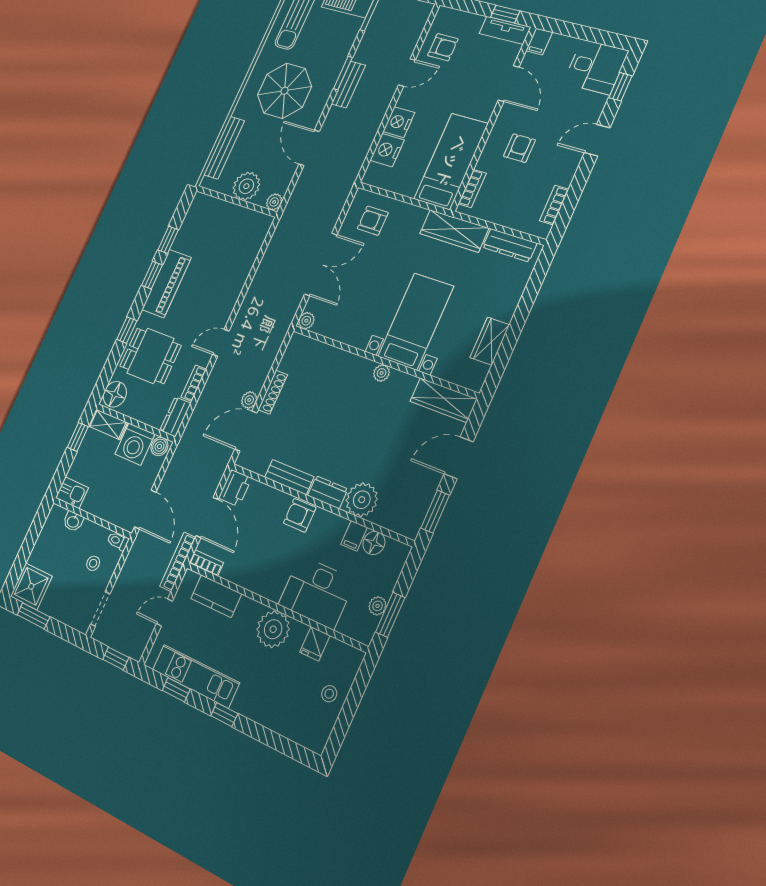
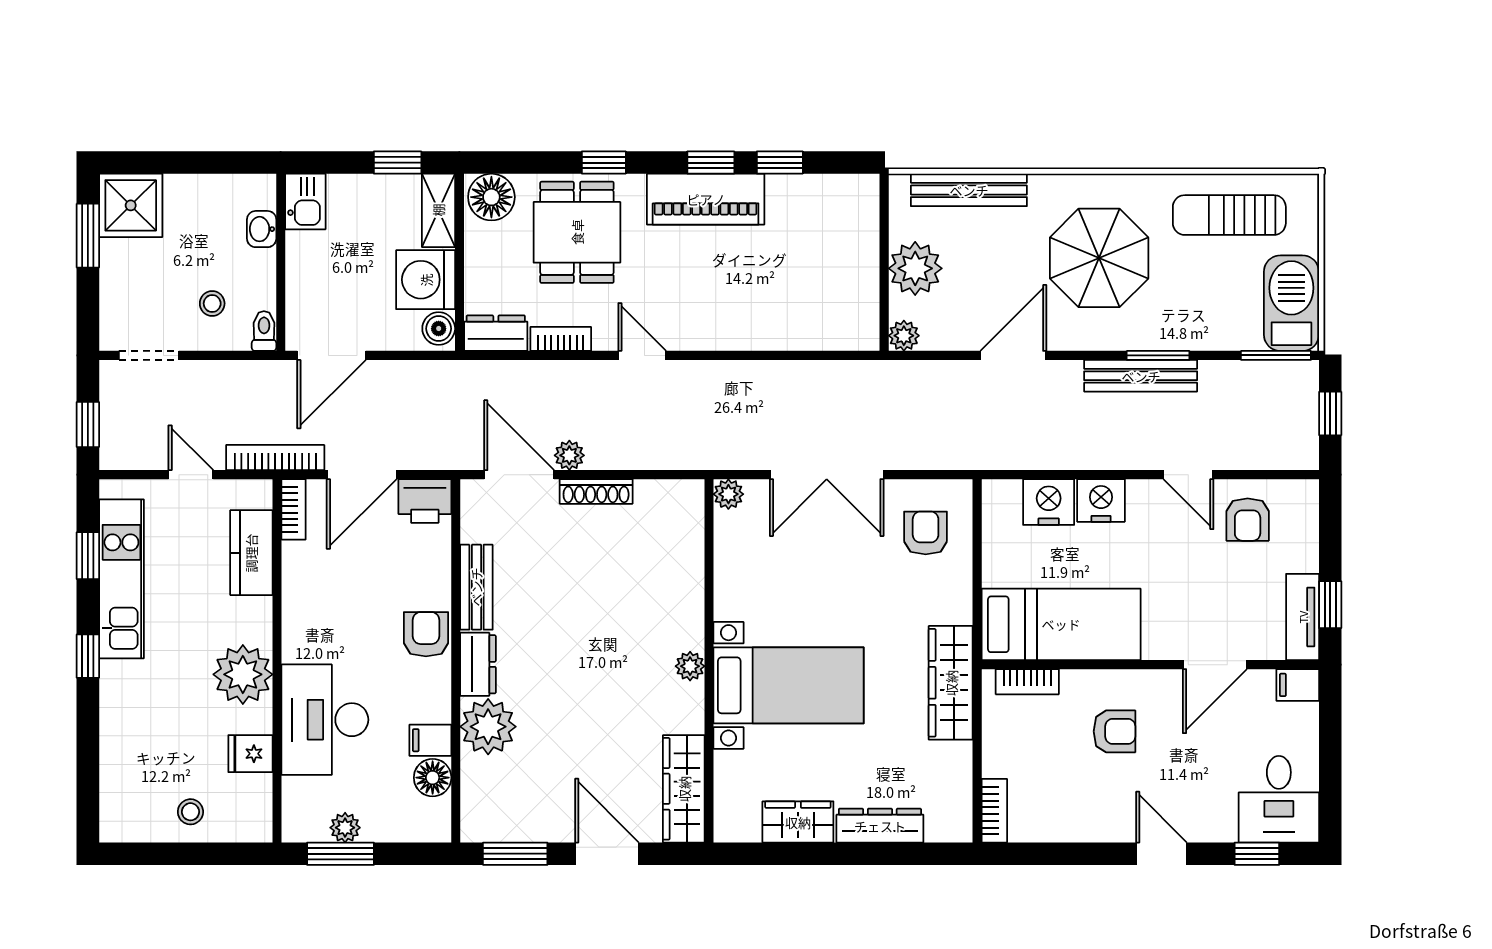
bench: (348, 85) -> (1141, 376), width x1.36
bookcase: (554, 205) -> (994, 811), moved, turned 90
dresser: (510, 245) -> (880, 826), moved, turned 90

